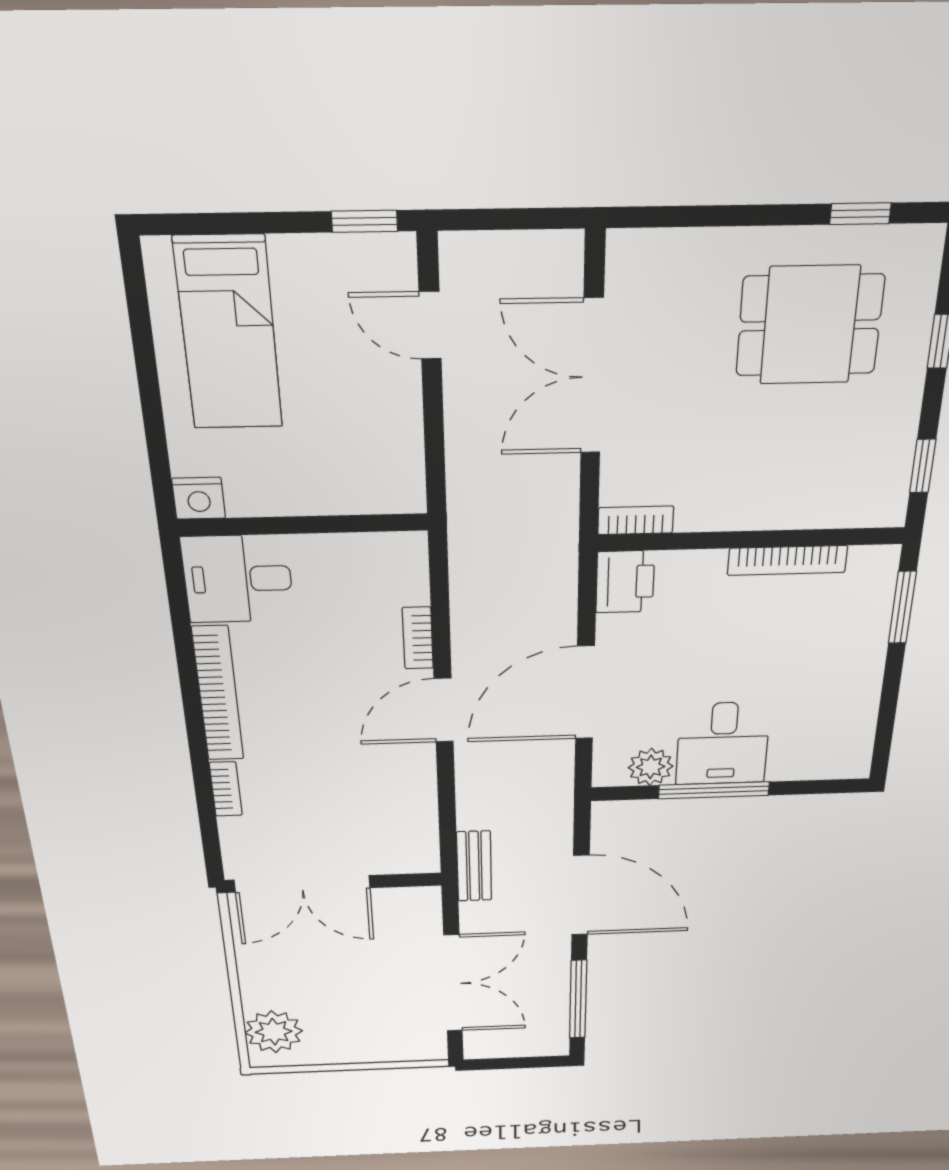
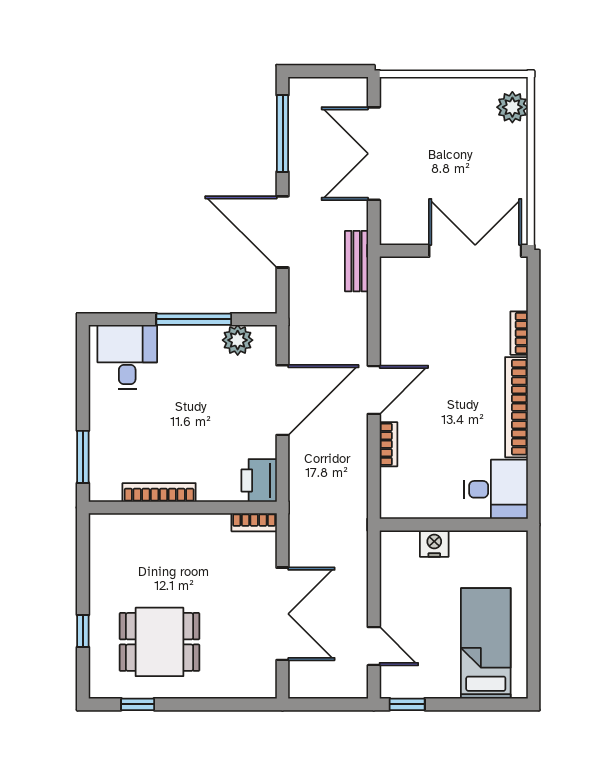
window: (923, 466) -> (83, 554), removed
nightstand: (199, 498) -> (434, 544), moved
desk: (723, 744) -> (127, 357), moved
plant: (274, 1032) -> (512, 107), width x0.73, depth x0.73

